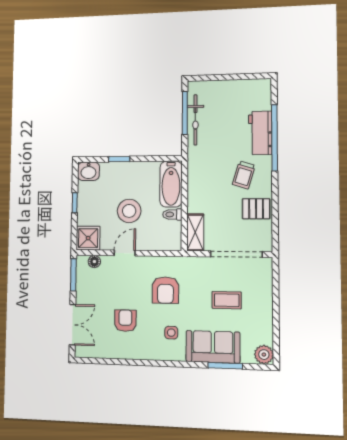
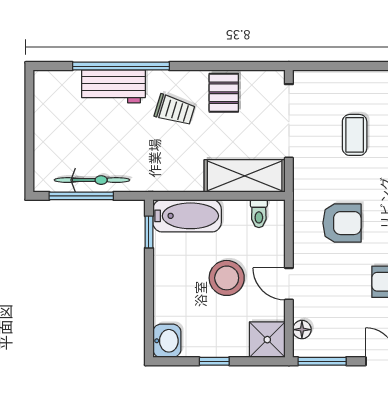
window: (119, 159) -> (149, 232), moved
toilet: (172, 214) -> (259, 214), moved
shelving: (195, 232) -> (245, 176), width x1.50, depth x1.33

